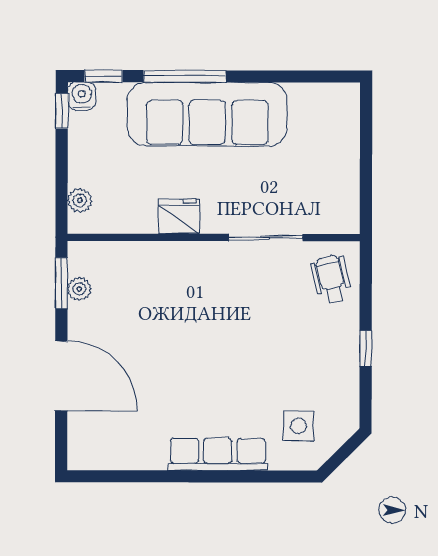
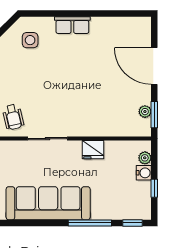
water cooler: (82, 96) -> (144, 173), moved, turned -90
window: (62, 111) -> (154, 188), moved
sofa: (207, 114) -> (48, 203), moved
row of seats: (218, 454) -> (72, 25), width x0.68

